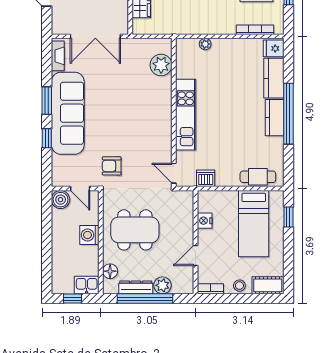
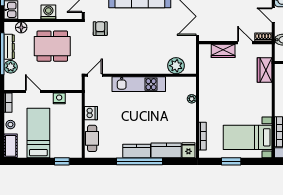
dishwasher: (206, 178) -> (91, 113), moved
bed: (254, 224) -> (38, 133), moved, turned 90
dining table: (135, 230) -> (52, 46), turned 90

